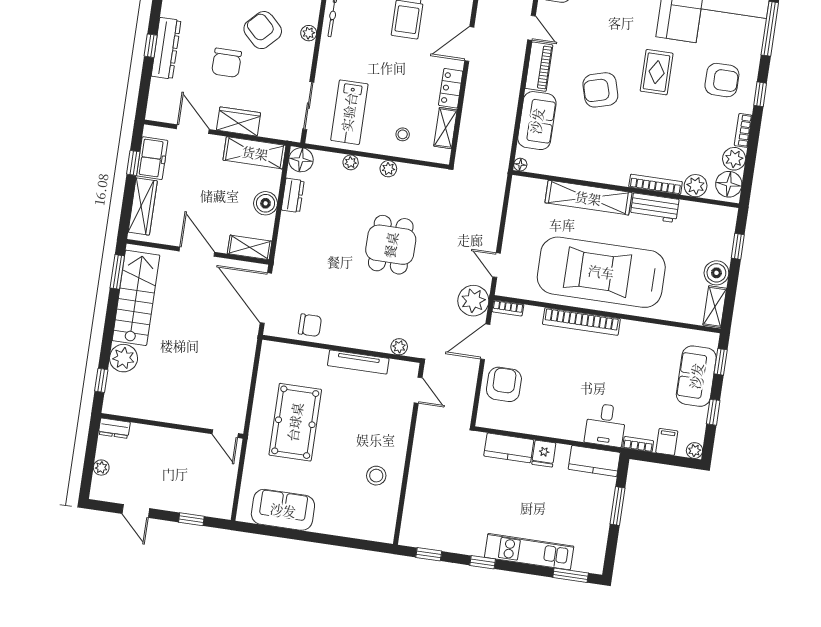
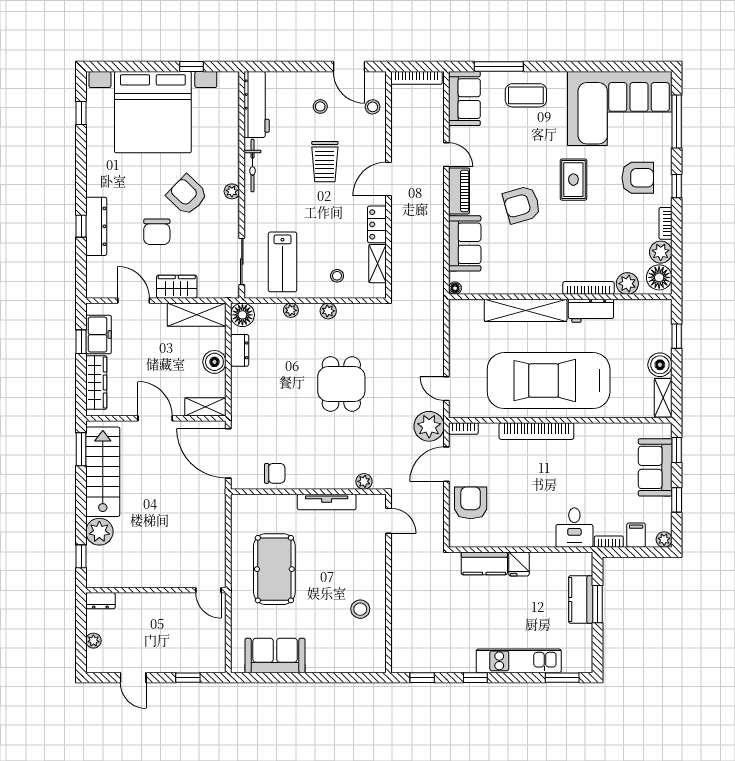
kitchen counter: (594, 461) -> (581, 600), moved, turned 90

